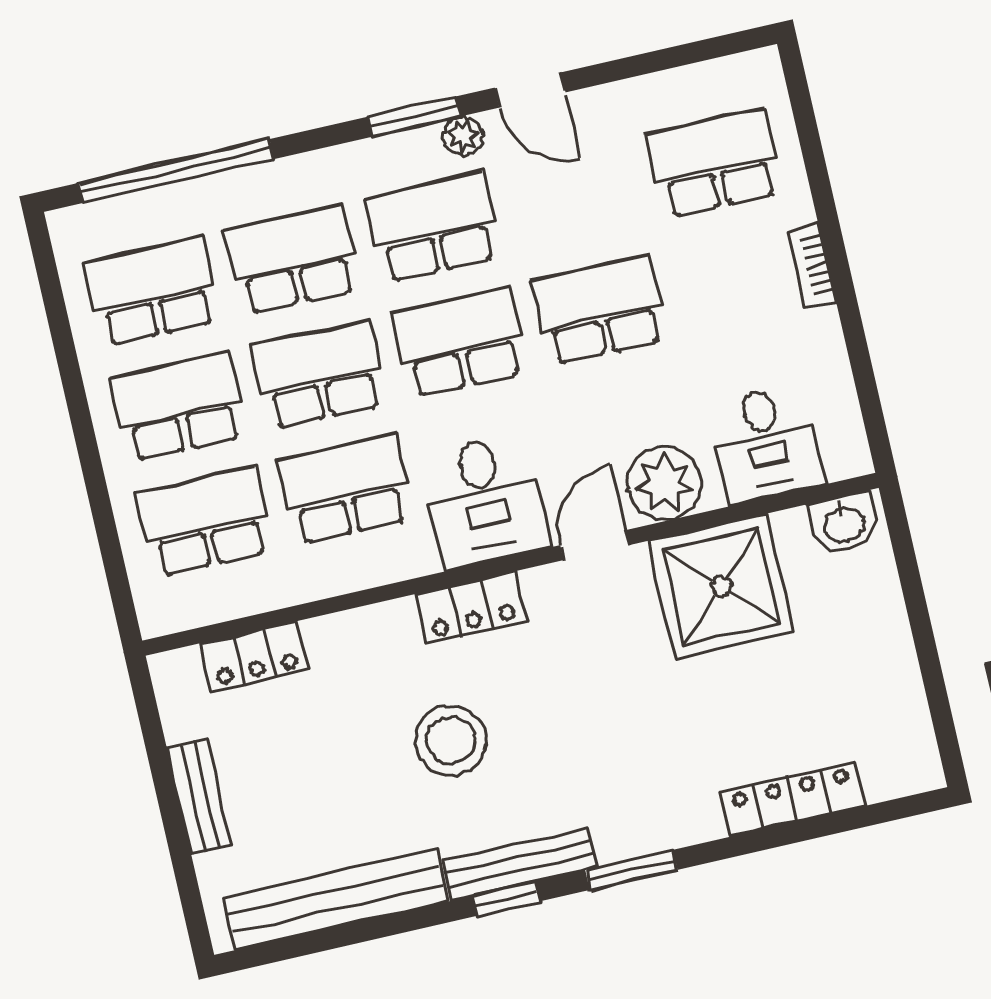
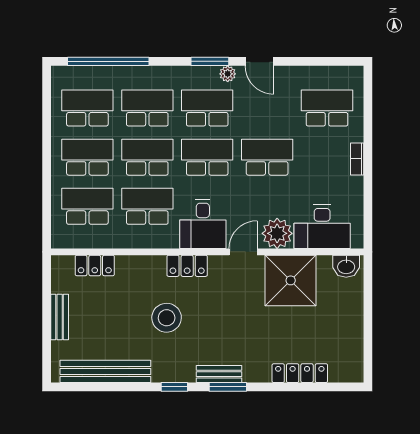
desk: (766, 444) -> (322, 227), width x1.37
bench: (520, 864) -> (219, 374), moved, width x0.73

